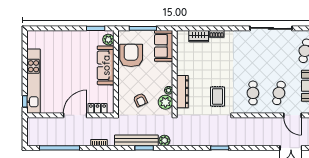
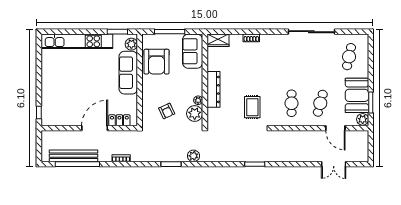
wardrobe: (199, 36) -> (218, 40), moved
armchair: (131, 55) -> (156, 62), turned 180
kitchen unit: (33, 81) -> (77, 41), moved, turned 90
dresser: (182, 92) -> (213, 89), moved
bench: (136, 140) -> (74, 156), moved

